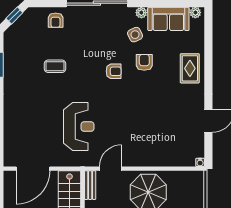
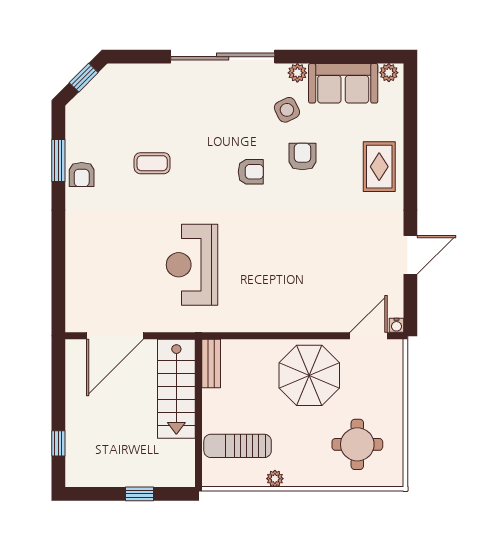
armchair: (56, 20) -> (82, 175), moved
reception desk: (79, 127) -> (192, 265), turned 180
door: (111, 169) -> (368, 336), moved

